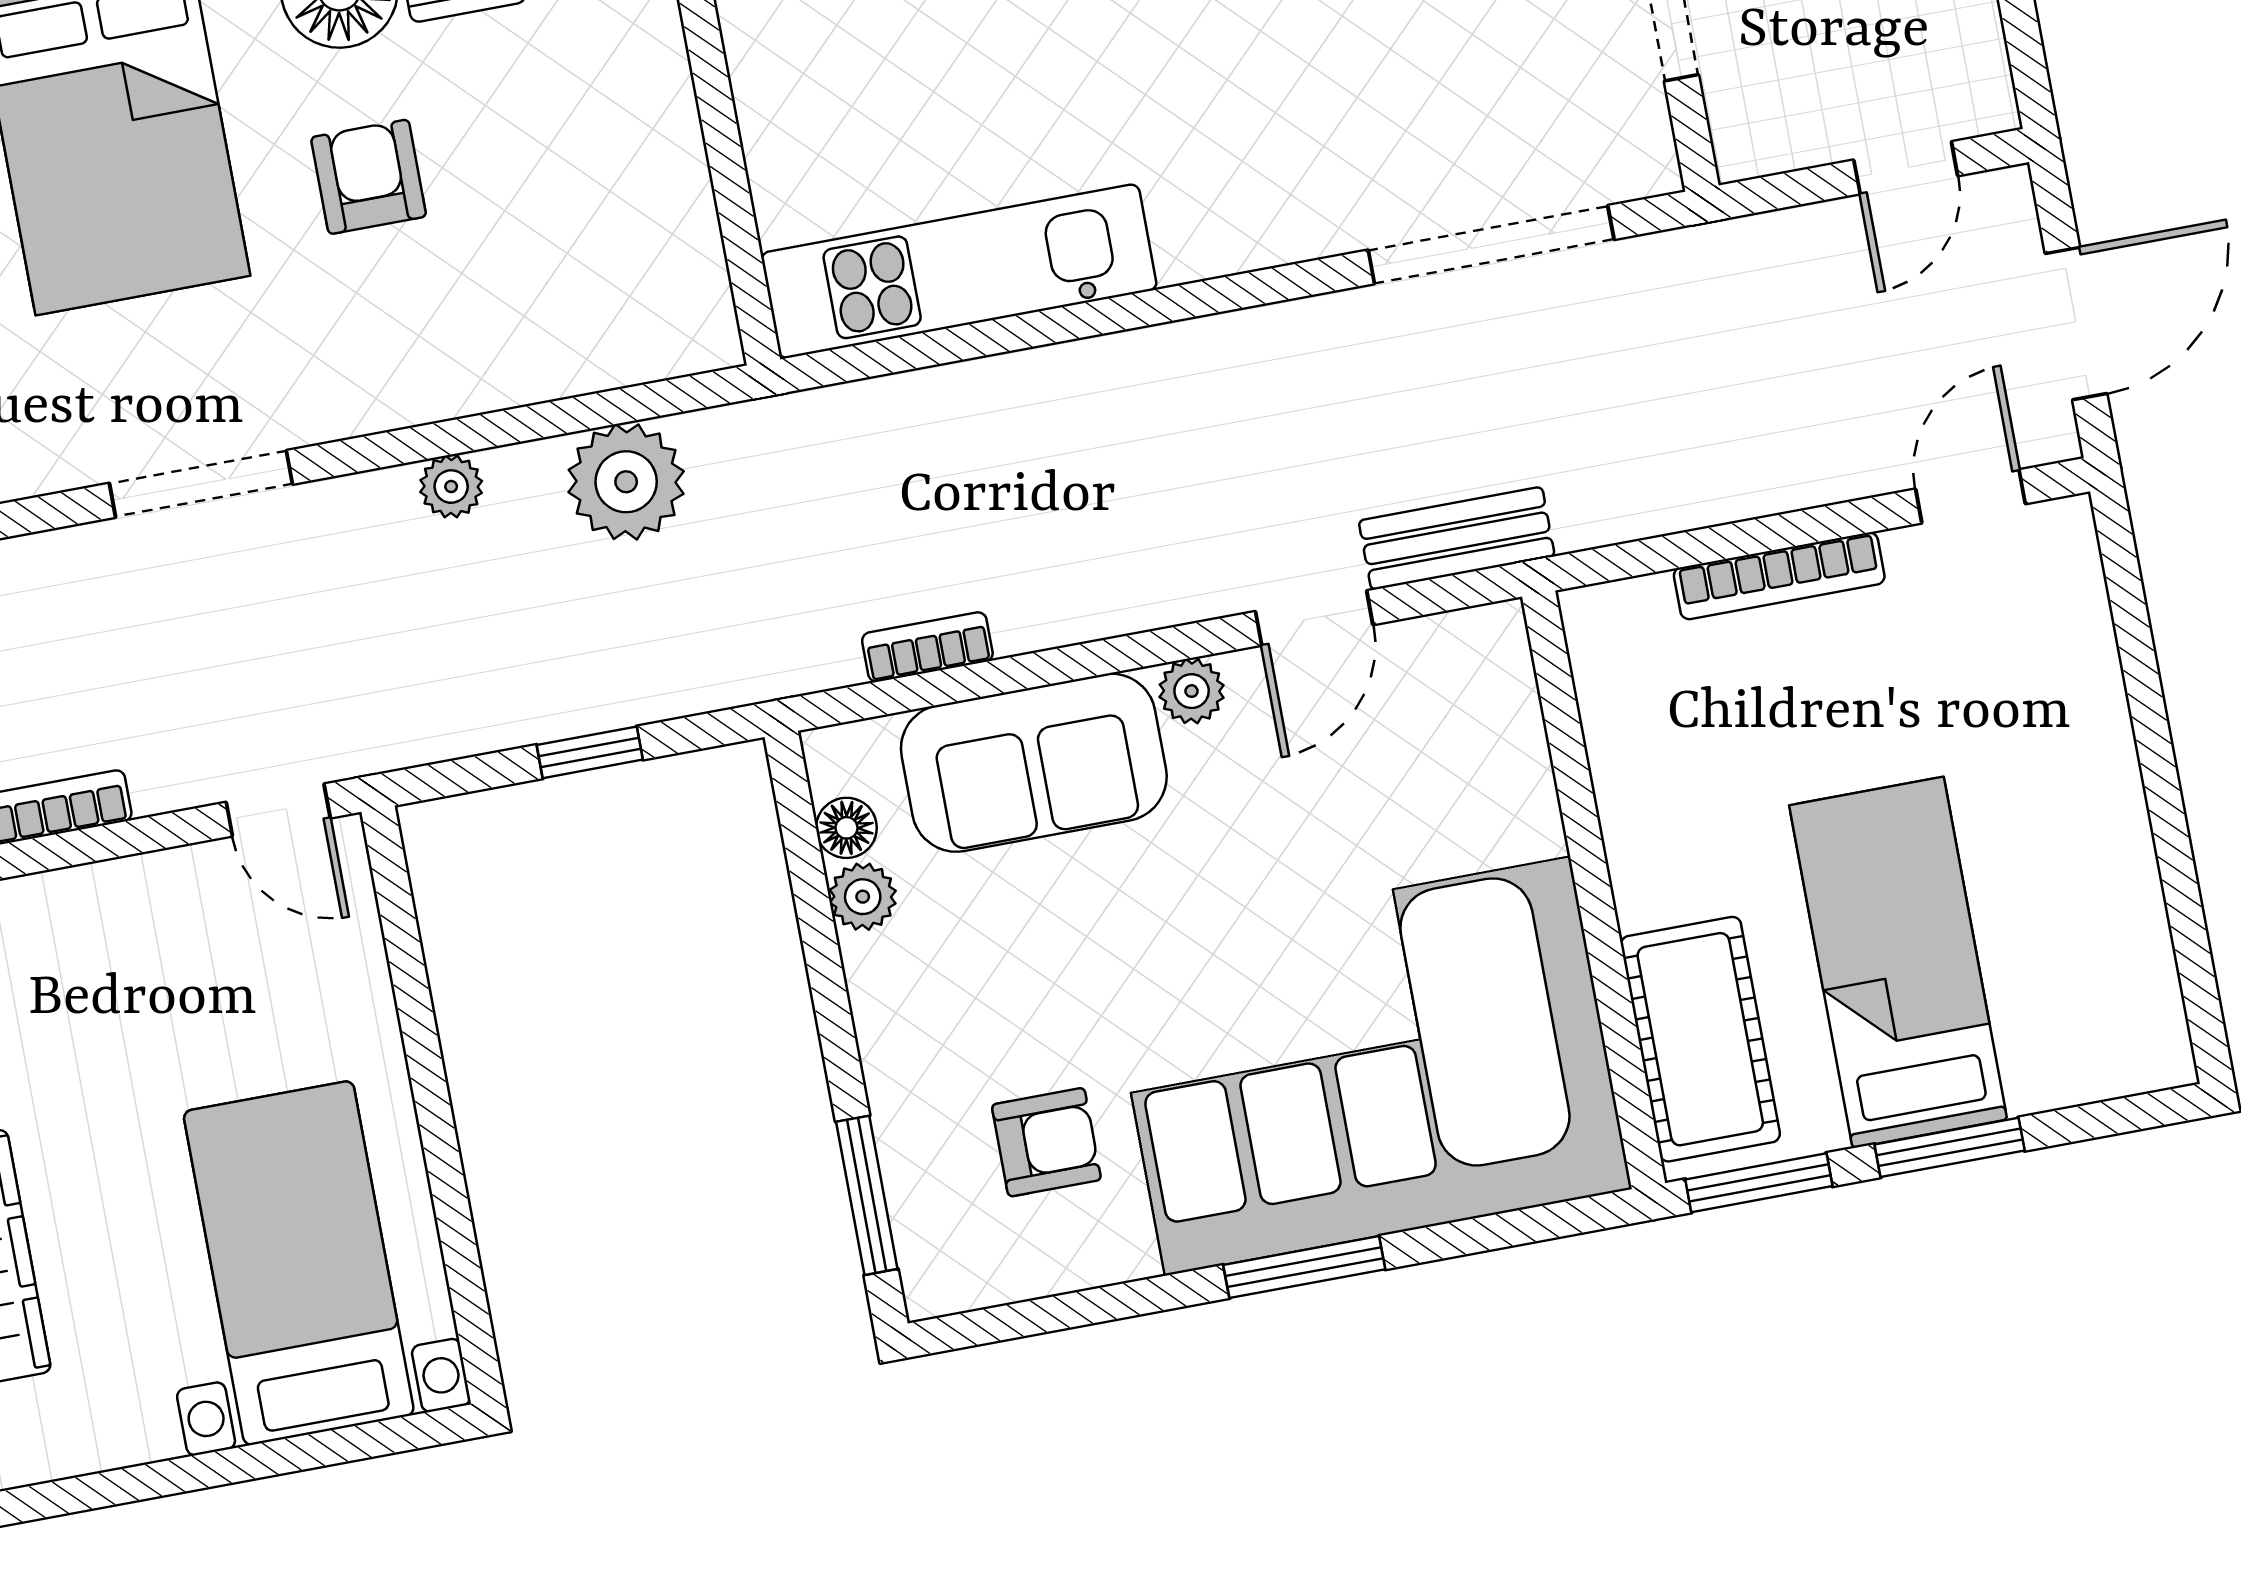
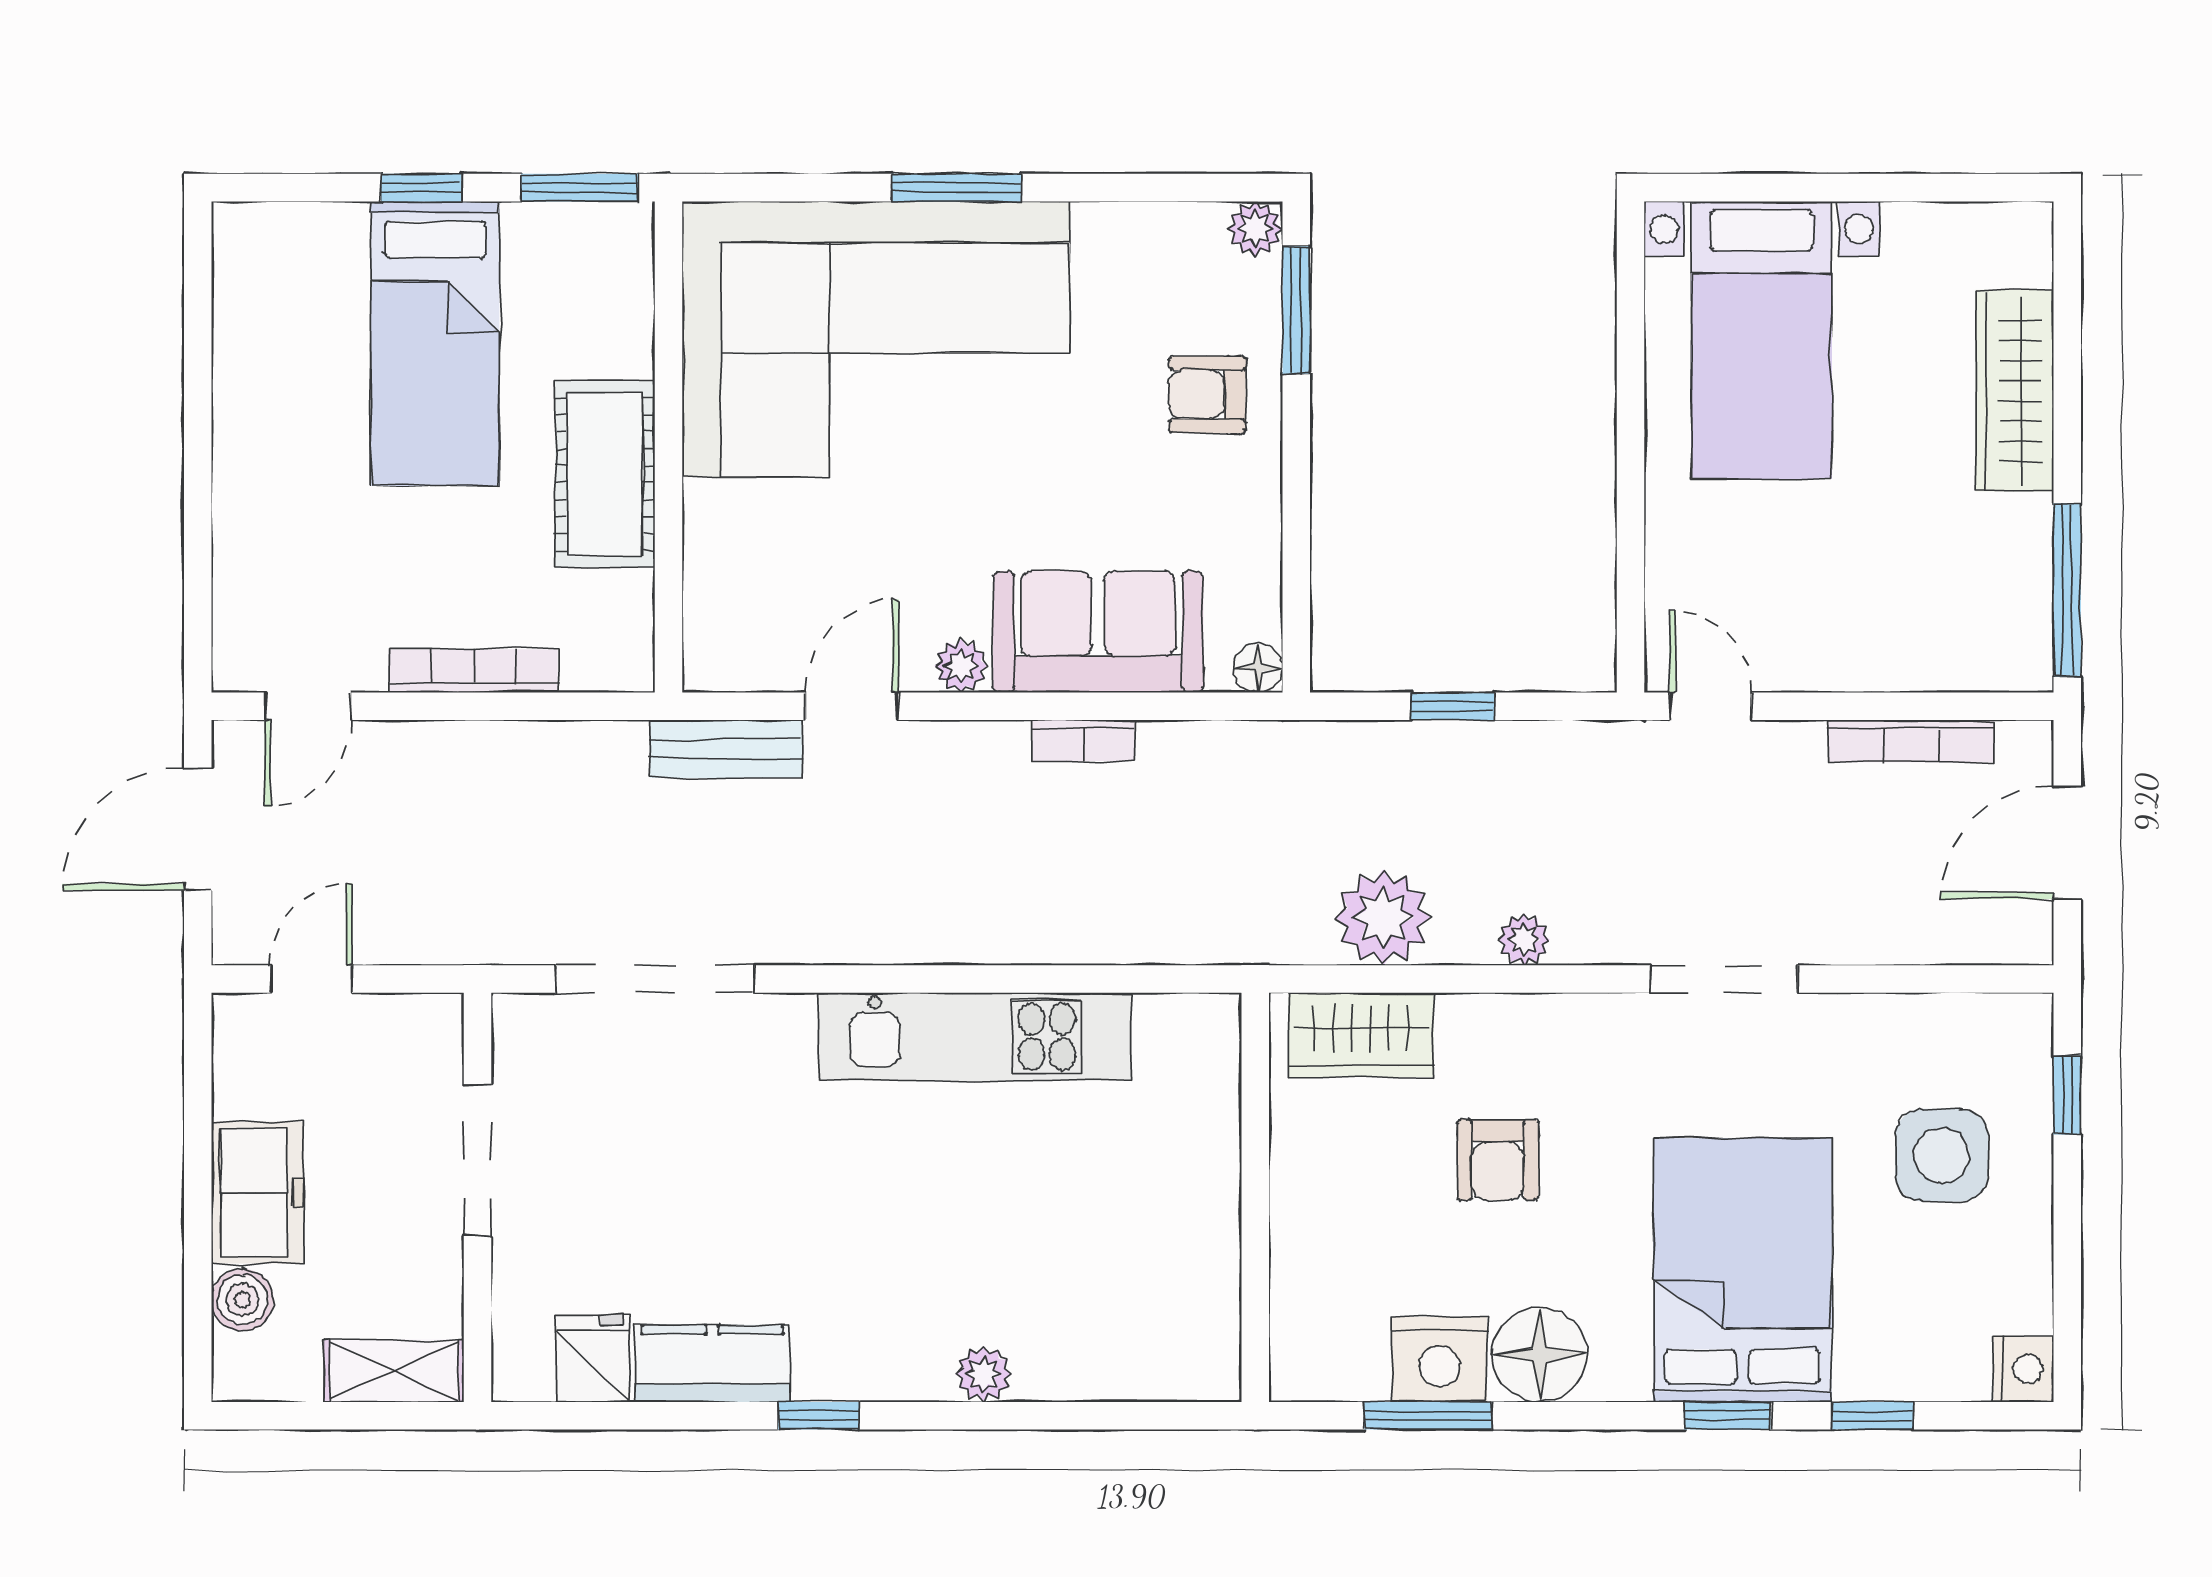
armchair: (369, 177) -> (1498, 1160), moved
kitchen unit: (959, 271) -> (975, 1037), moved
wardrobe: (626, 335) -> (1361, 1035), added
bookcase: (927, 647) -> (1083, 740), moved
floor lamp: (846, 828) -> (1258, 668), moved
plant: (863, 897) -> (1255, 229), moved
cot: (1700, 1039) -> (605, 474), moved
armchair: (1046, 1142) -> (1207, 395), moved
window: (1950, 1147) -> (421, 188), width x0.67

